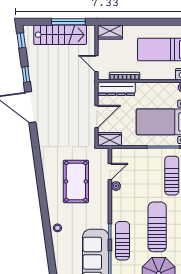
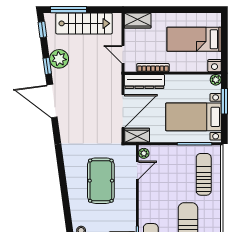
window: (68, 22) -> (68, 10), moved
plant: (37, 68) -> (59, 59), added
door: (97, 117) -> (123, 111), width x1.36
plant: (116, 186) -> (144, 153), moved

